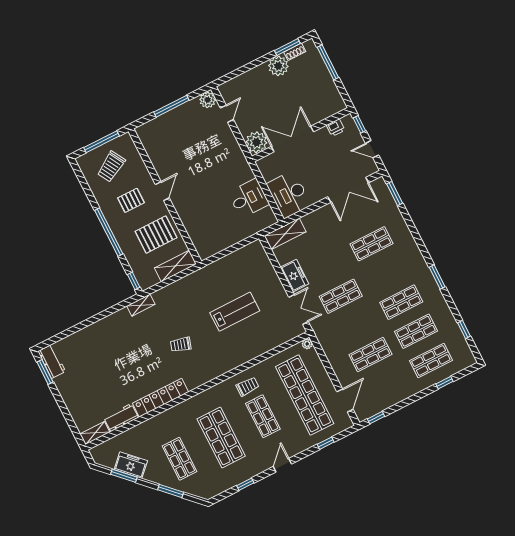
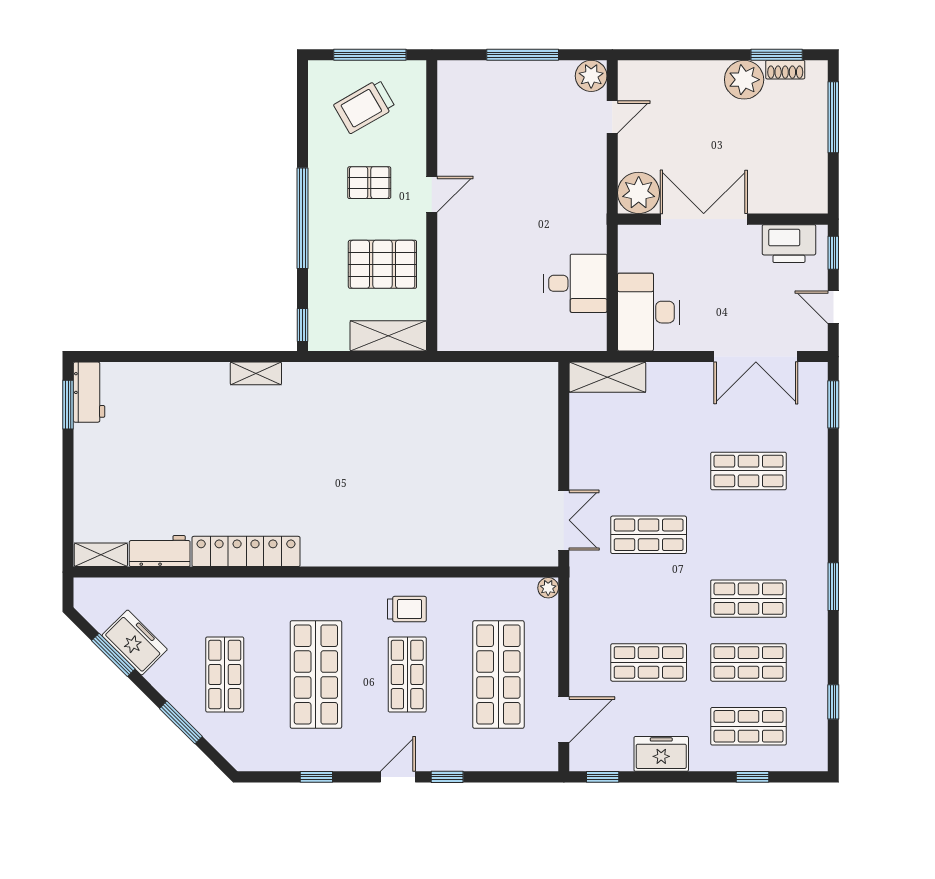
printer: (336, 128) -> (789, 244), width x1.87, depth x1.48
freezer: (295, 276) -> (661, 754), moved, turned -90
shelving: (141, 305) -> (256, 373), moved
lab bench: (235, 312) -> (451, 468), removed
trolley: (181, 345) -> (328, 477), removed
shop shelf: (305, 395) -> (498, 674), width x0.71
window: (326, 443) -> (447, 777), moved

